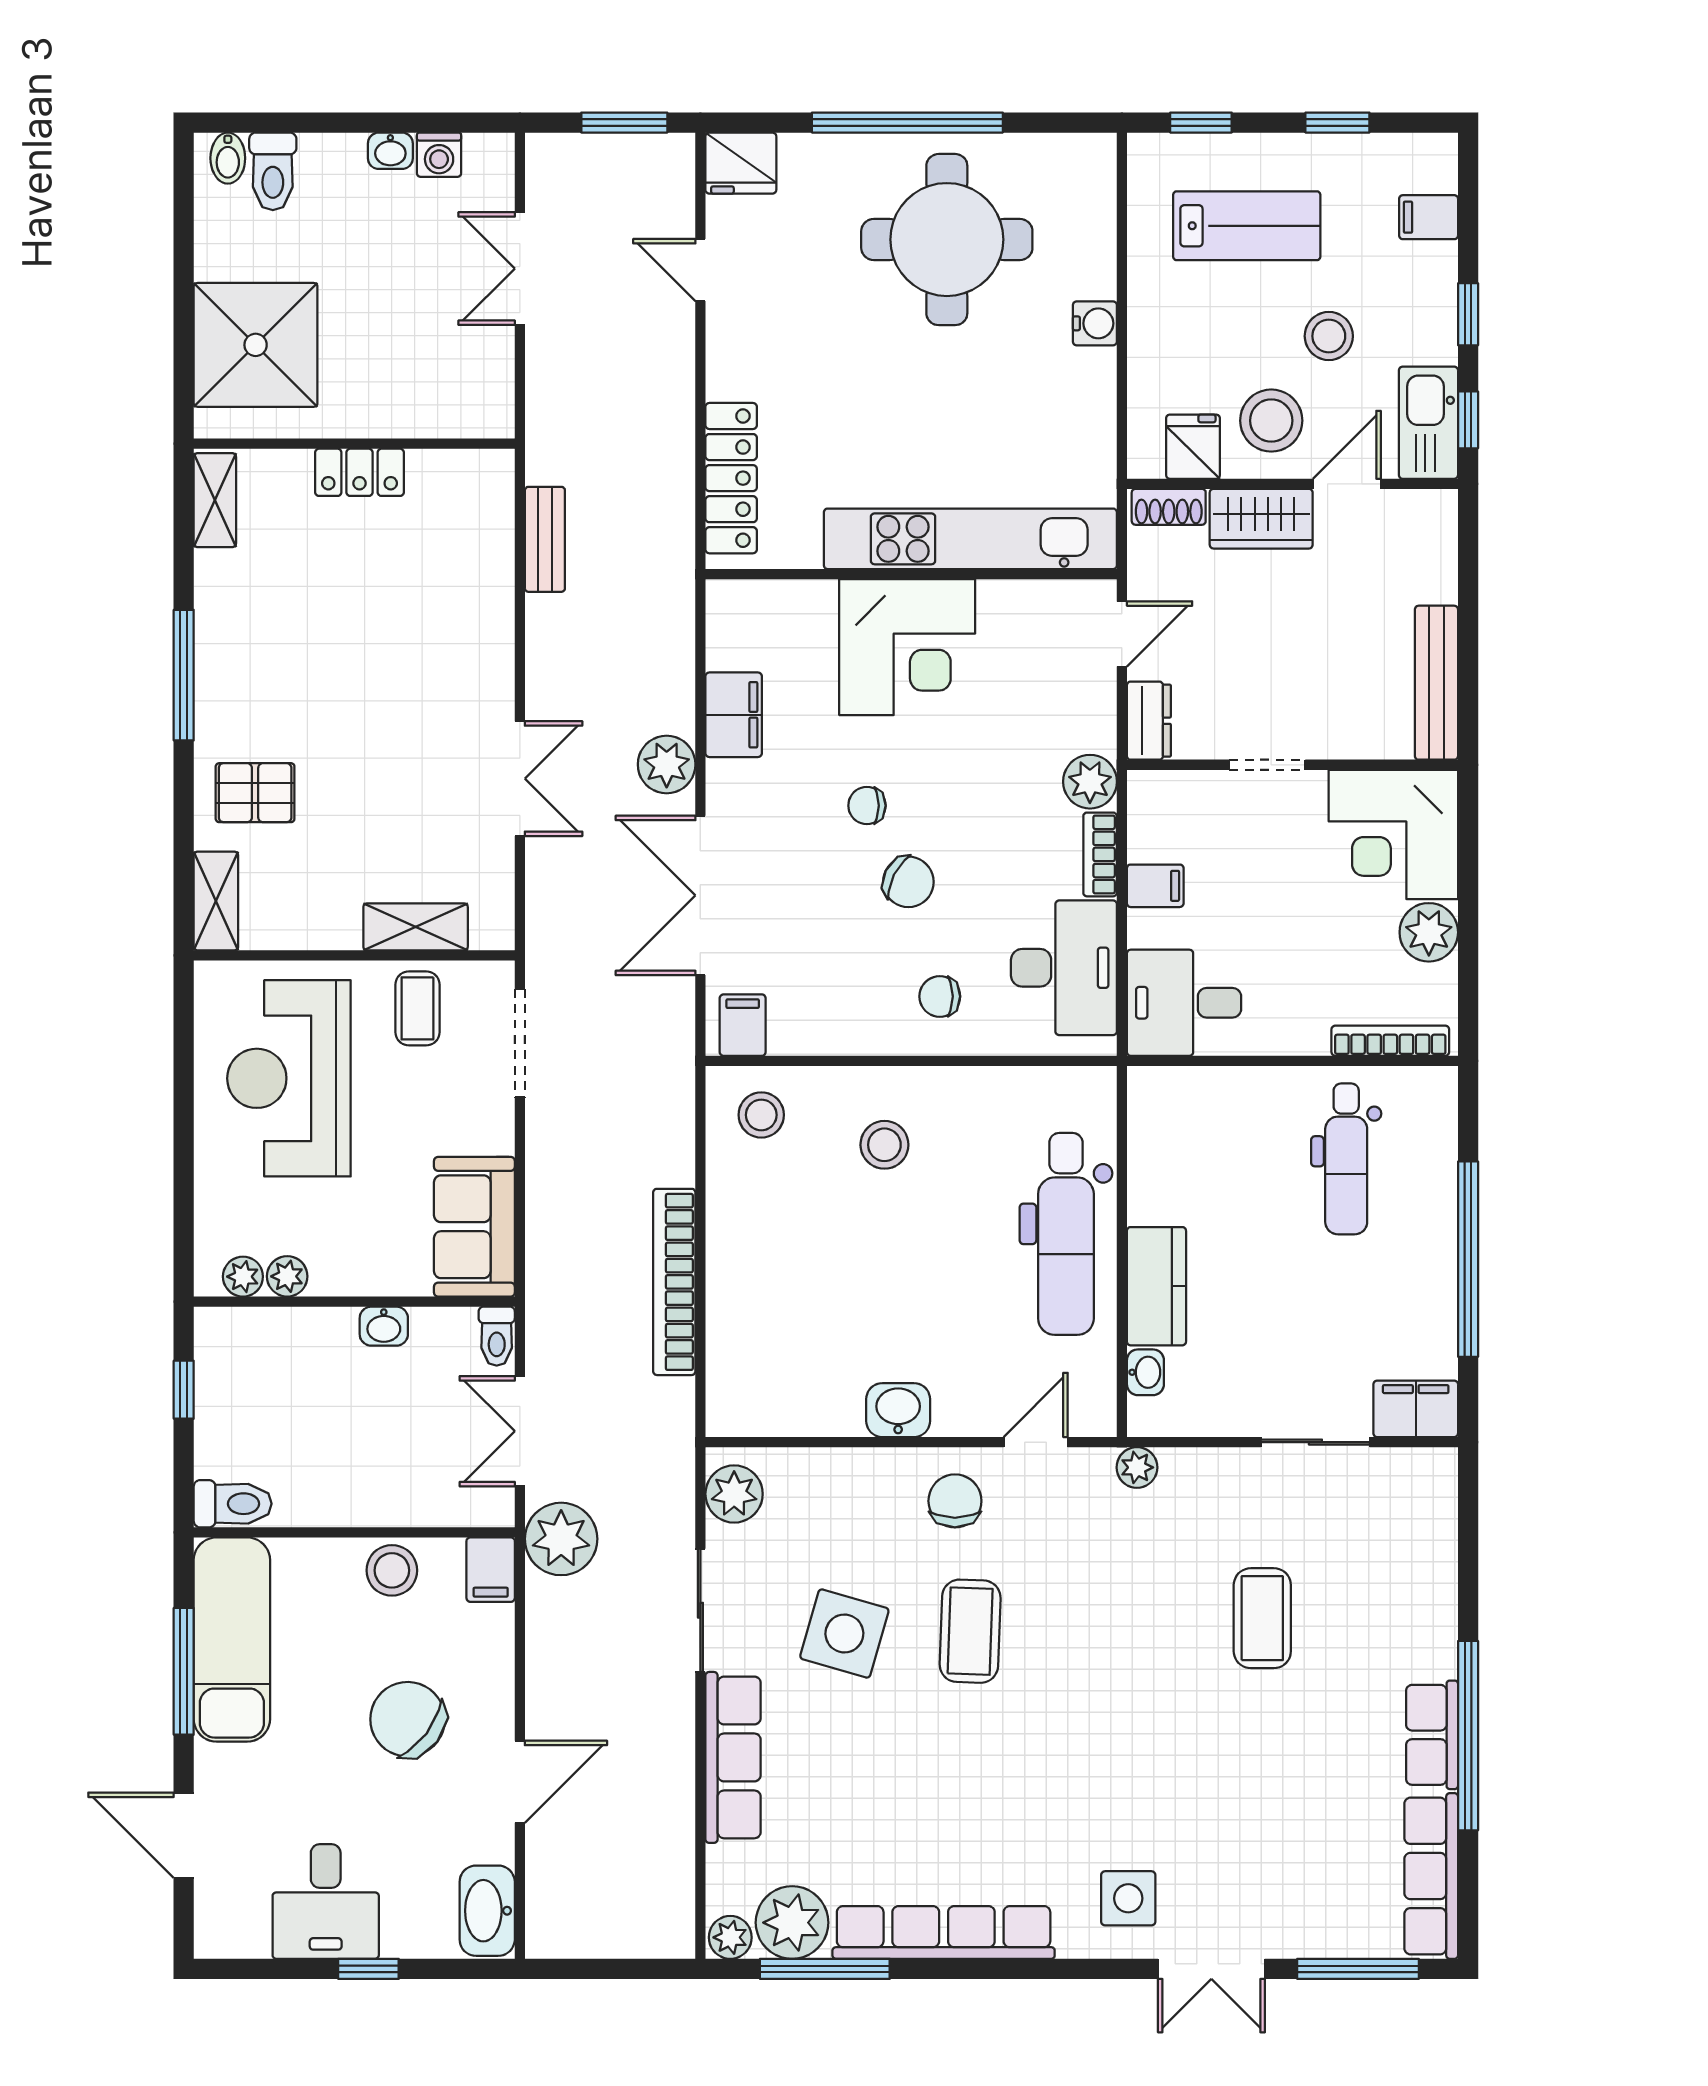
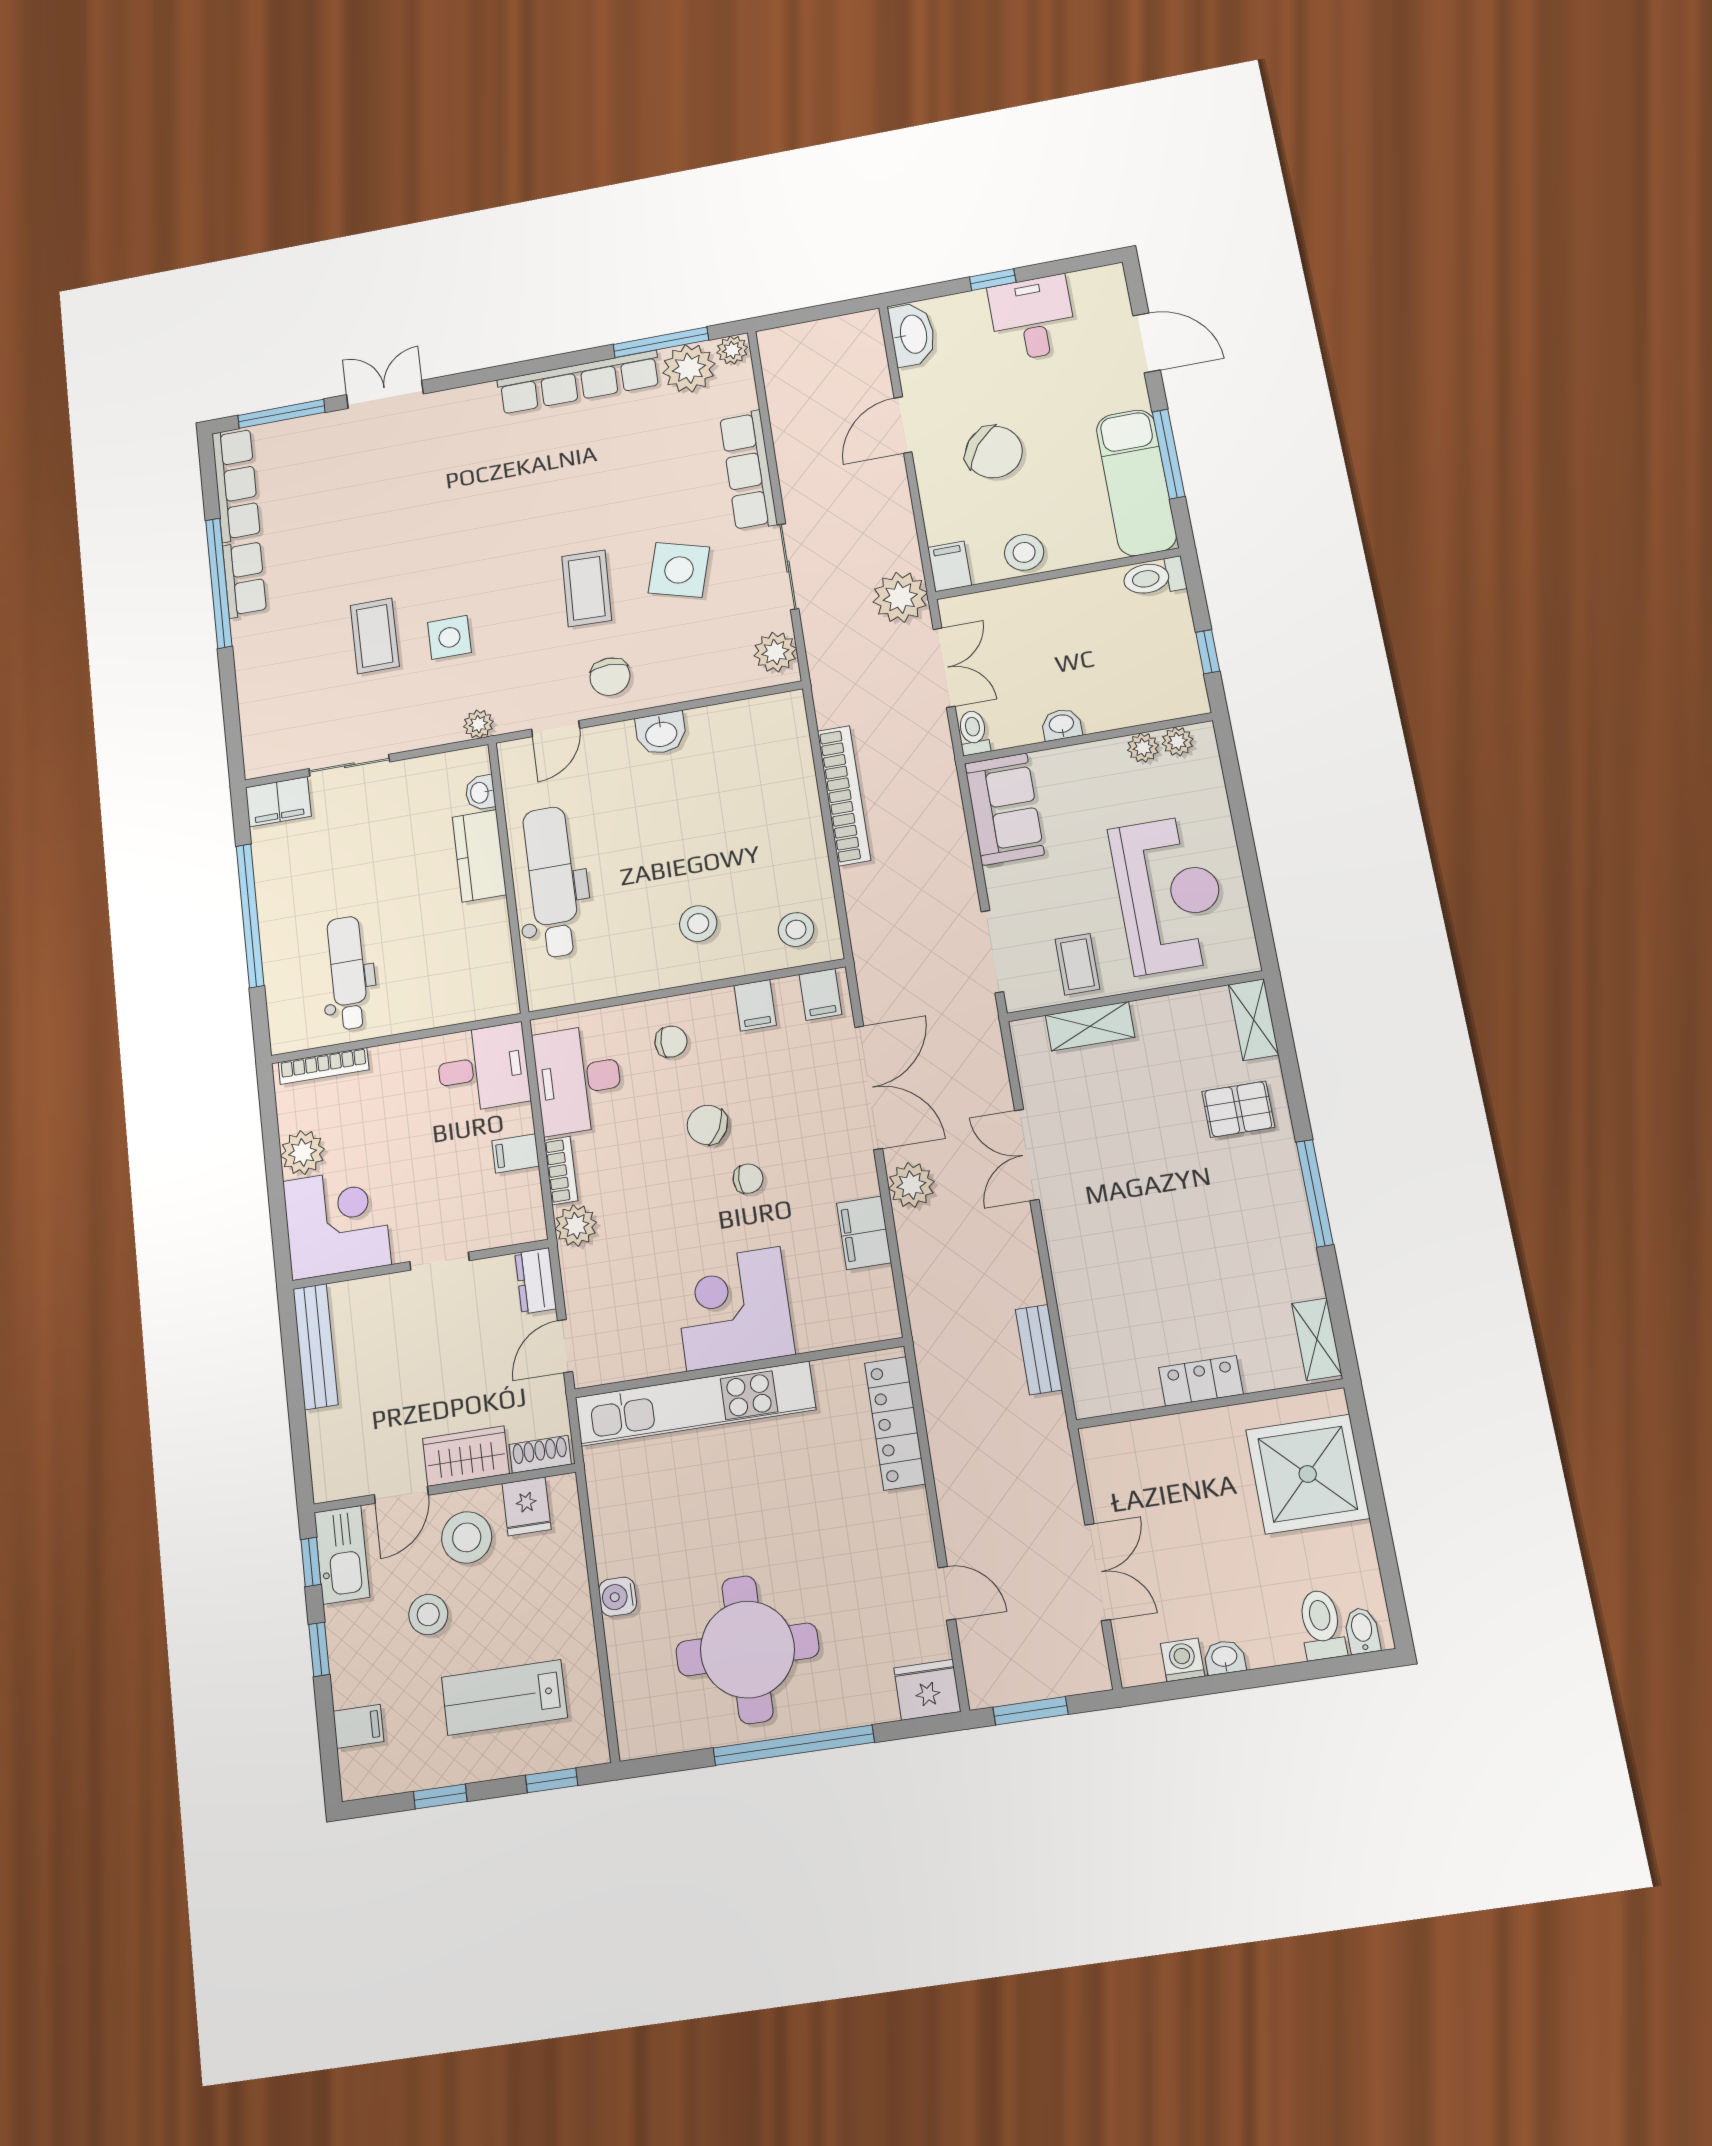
filing cabinet: (827, 1025) -> (755, 1005), added
side table: (1128, 1898) -> (449, 637), moved

